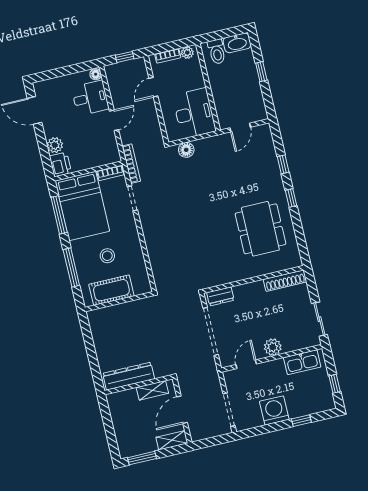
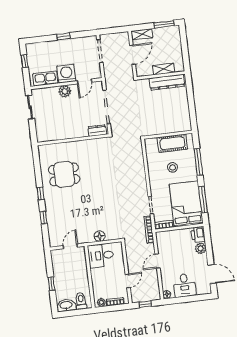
desk: (90, 98) -> (184, 285), moved, turned -90
desk: (194, 113) -> (101, 256), width x0.73
floor lamp: (186, 150) -> (100, 236), moved
dining table: (260, 229) -> (64, 174), width x0.73
shoe rack: (285, 281) -> (51, 137), removed
shelving: (152, 390) -> (164, 69), moved
washing machine: (274, 410) -> (66, 74), moved, turned 180
window: (301, 421) -> (63, 36), moved

